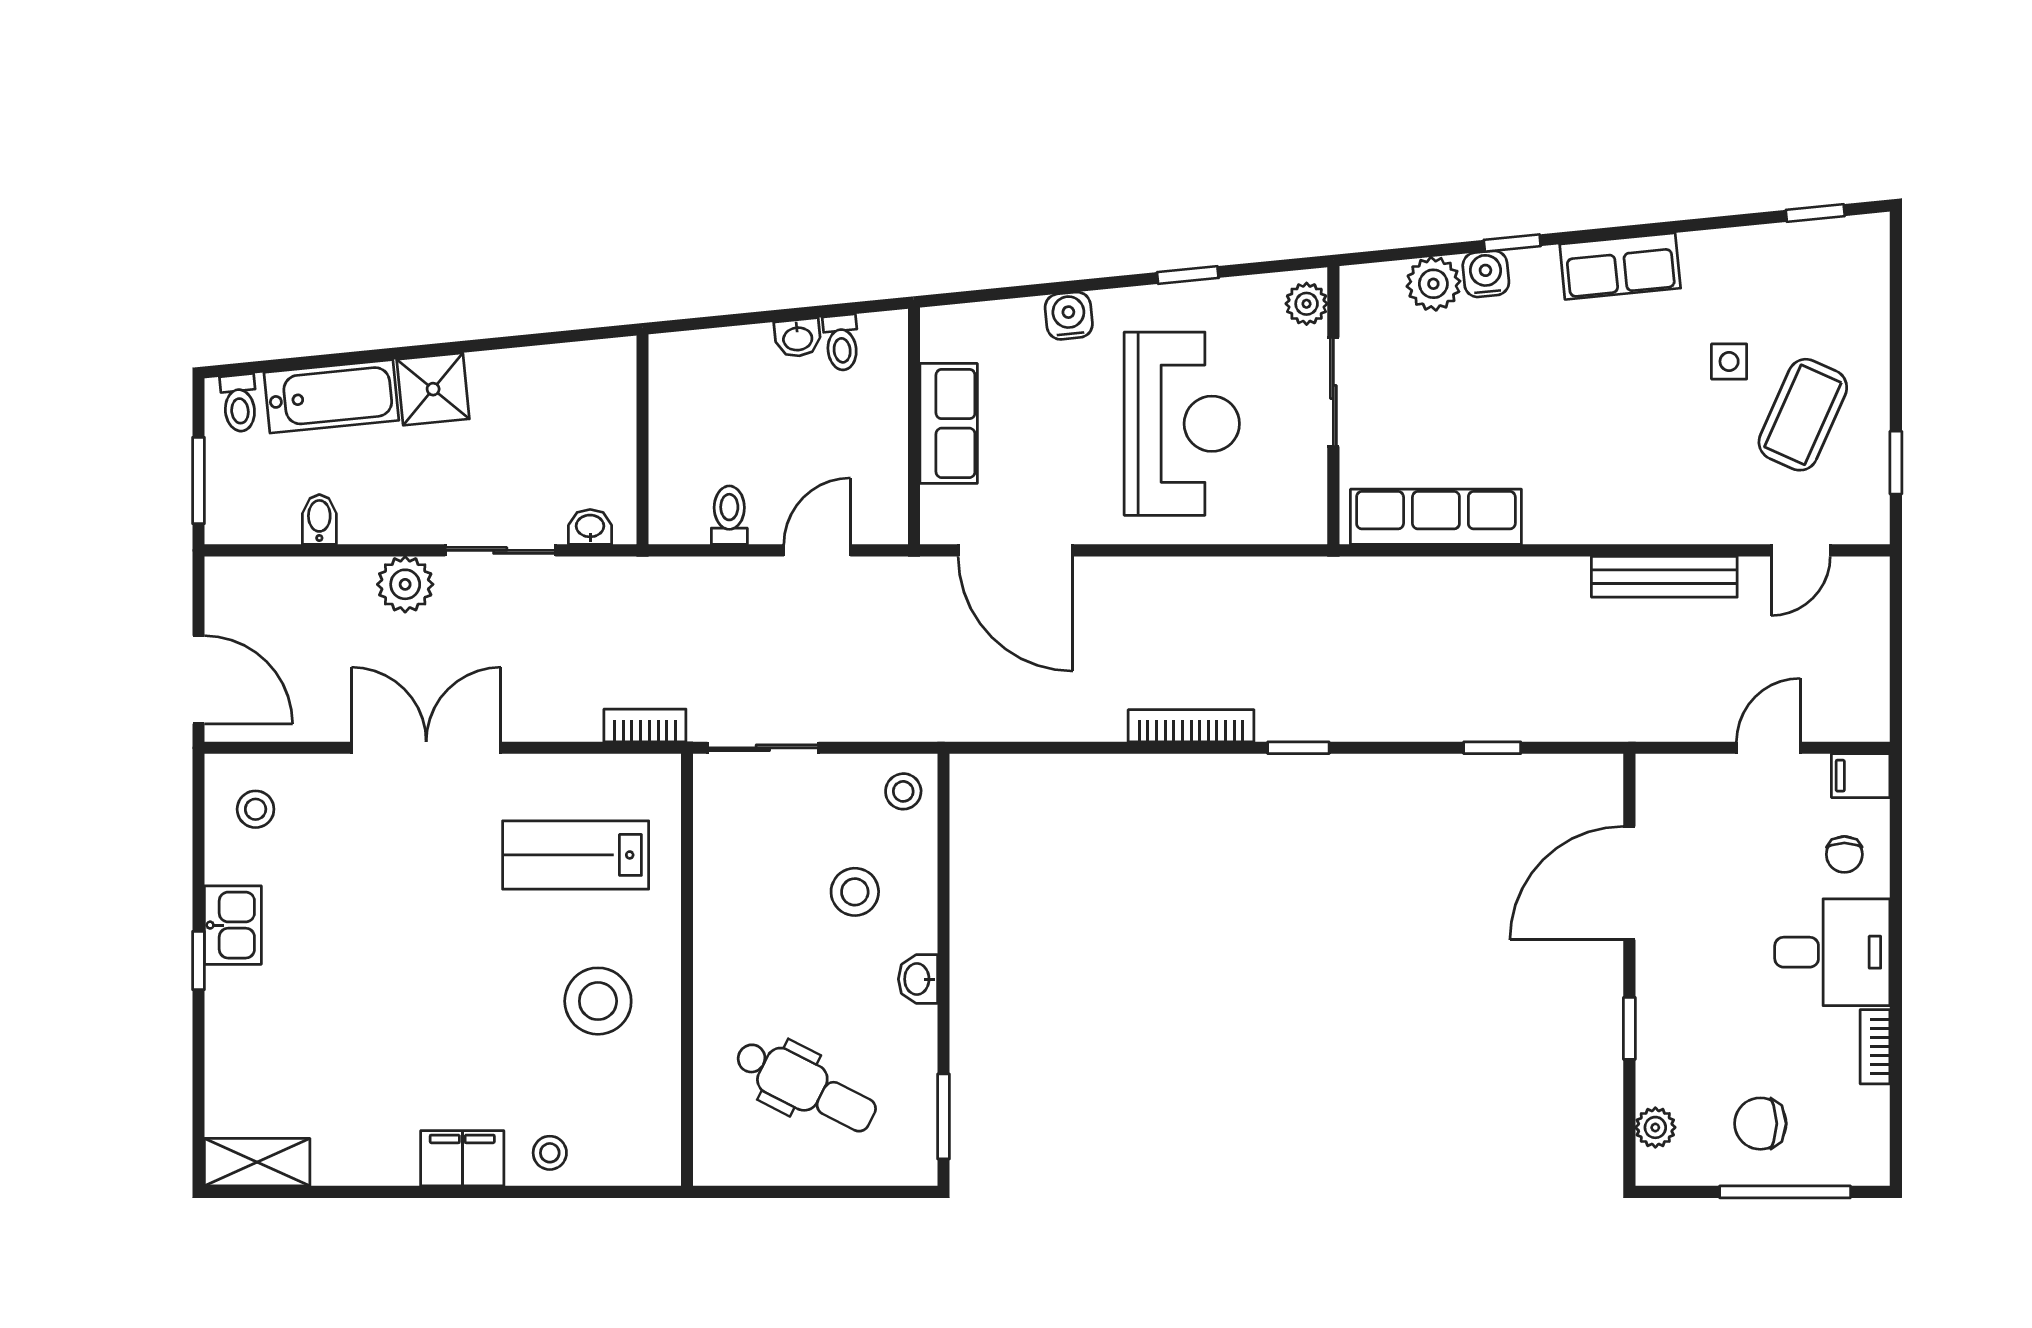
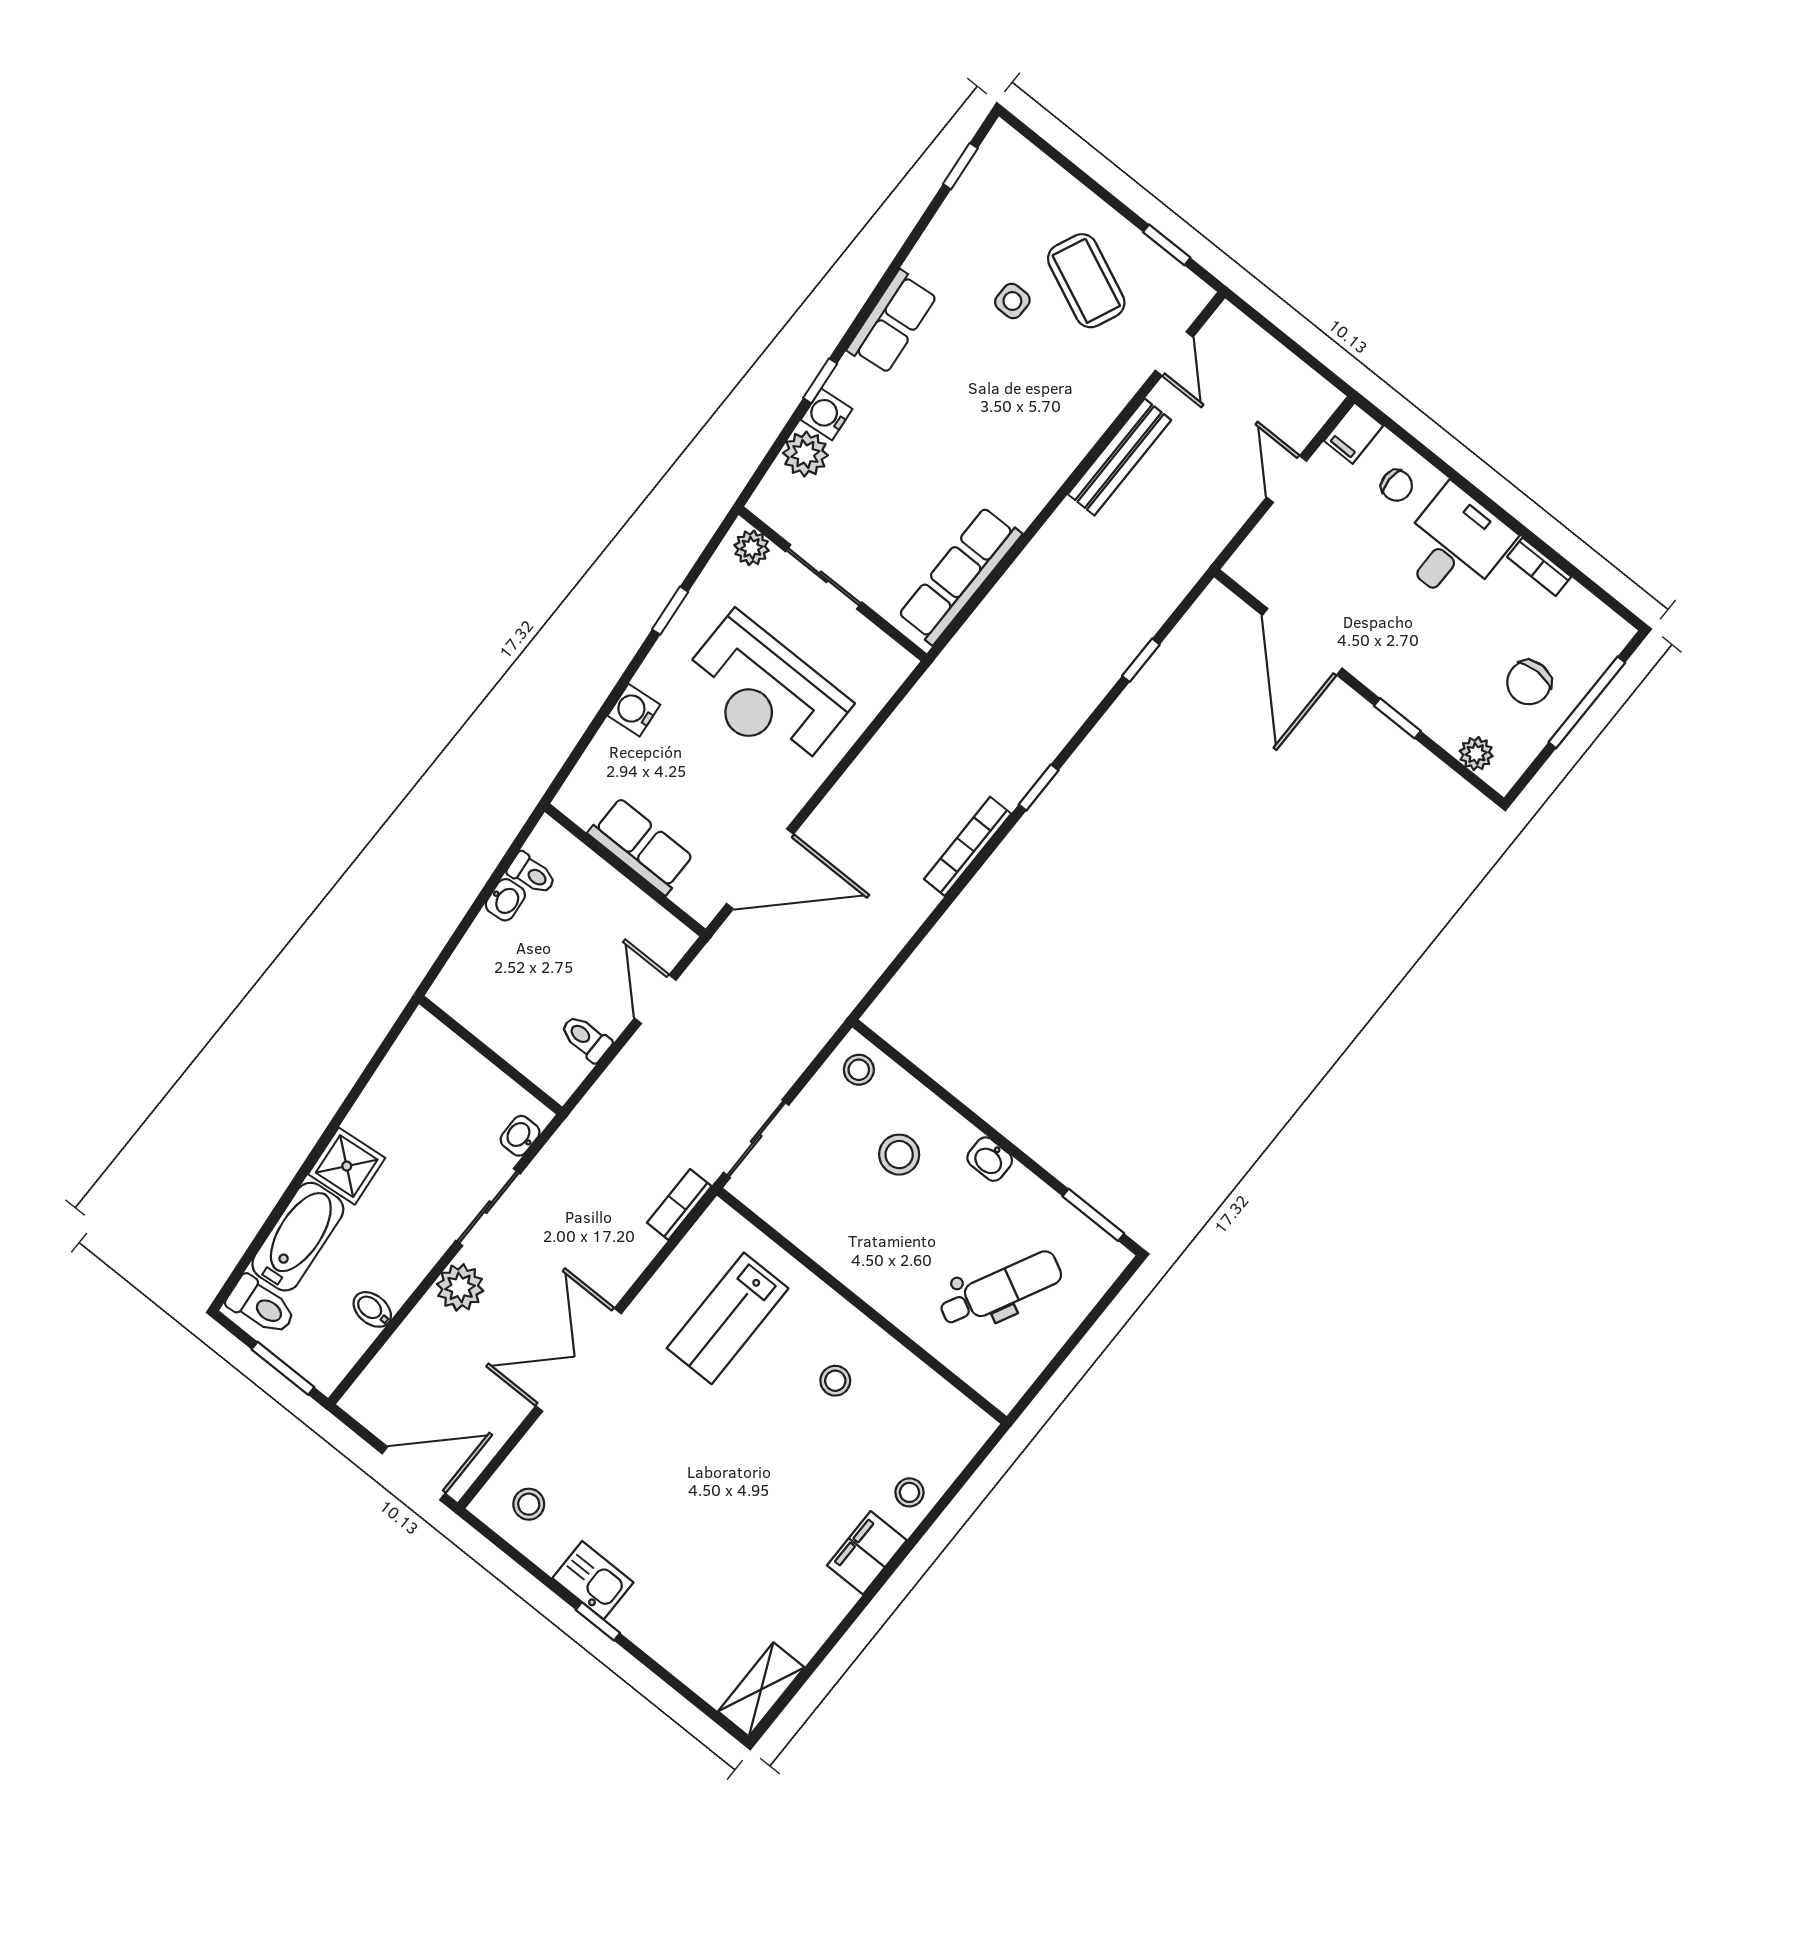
toilet: (239, 403) -> (261, 1306), width x1.37, depth x1.39
reception desk: (1182, 424) -> (764, 693), turned 180
stool: (598, 1001) -> (835, 1381), width x0.53, depth x0.53

